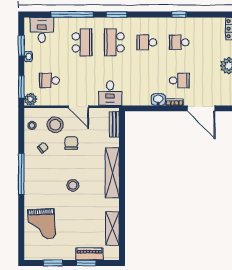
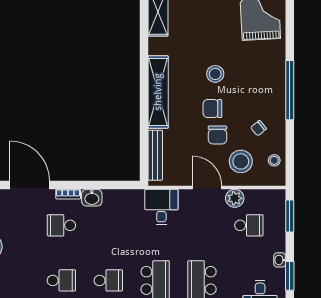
plant: (30, 99) -> (235, 198), moved
bench: (114, 124) -> (155, 155), width x1.36
chair: (75, 161) -> (212, 109), added

